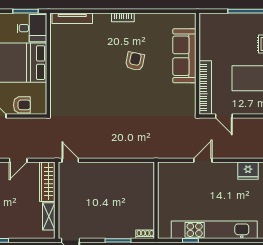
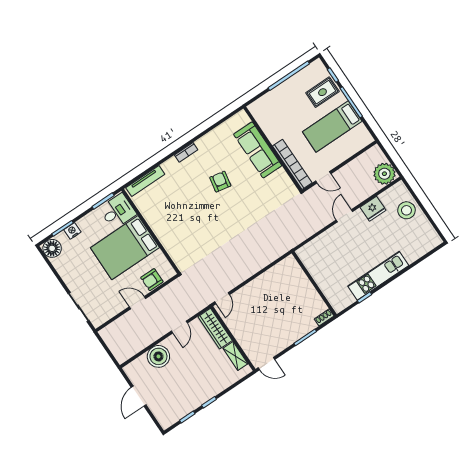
armchair: (22, 105) -> (152, 280), turned 180
door: (70, 160) -> (222, 298), swing flipped
door: (203, 160) -> (344, 216), moved
kitchen unit: (214, 230) -> (378, 276), width x0.73

